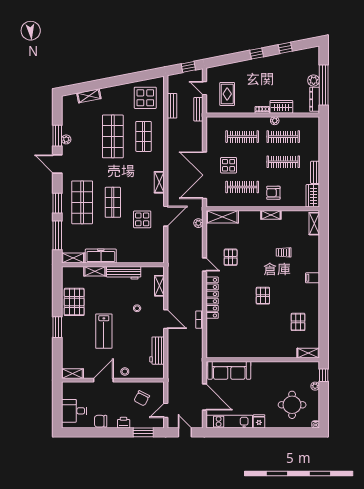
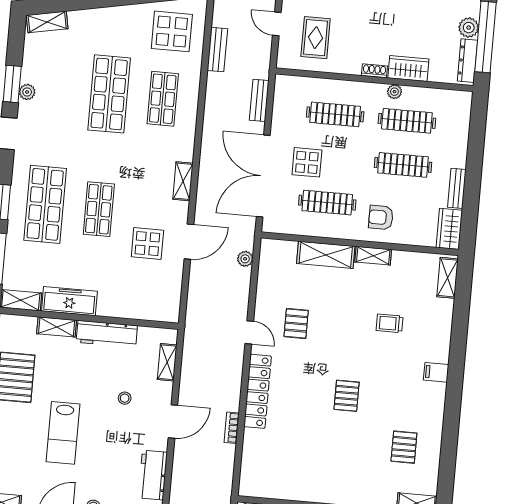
shelving: (89, 96) -> (47, 22), moved
bench: (198, 109) -> (259, 100), moved
shelving: (222, 217) -> (326, 255), moved
door: (166, 319) -> (173, 422), hinge flipped

